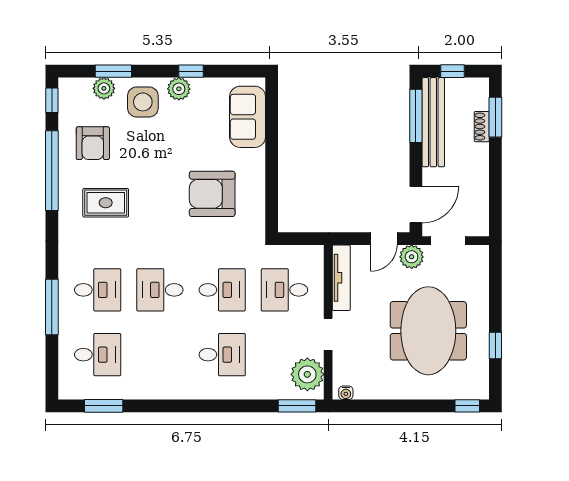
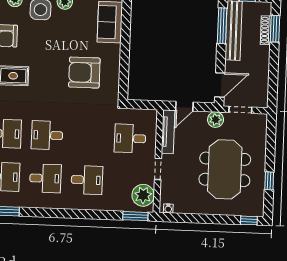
shoe rack: (482, 127) -> (266, 30), width x1.43
door: (384, 239) -> (184, 106), moved
desk: (222, 290) -> (45, 178), moved

